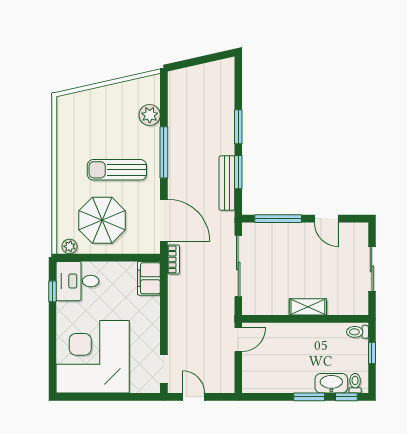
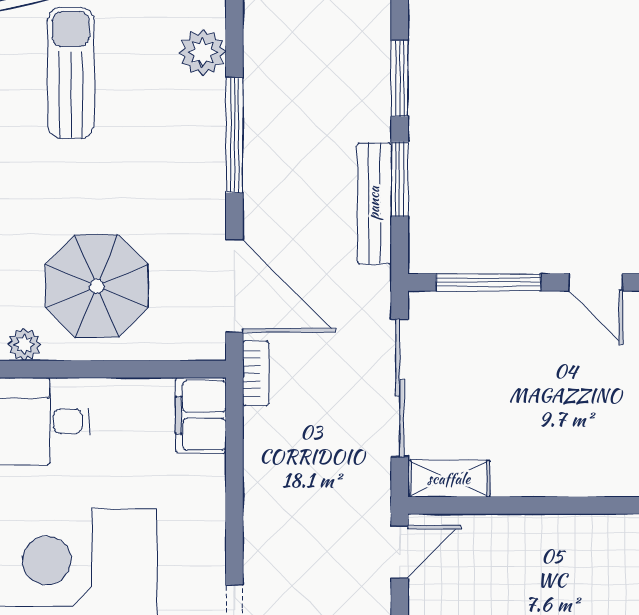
sun lounger: (117, 170) -> (71, 73), moved, turned 90
shelving: (308, 307) -> (449, 479), moved

